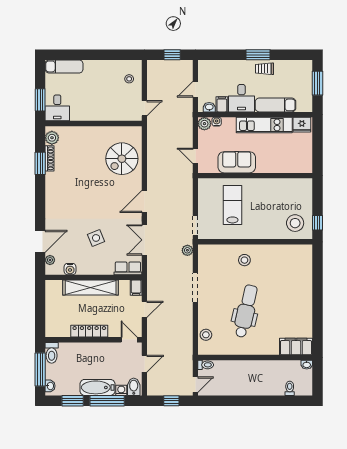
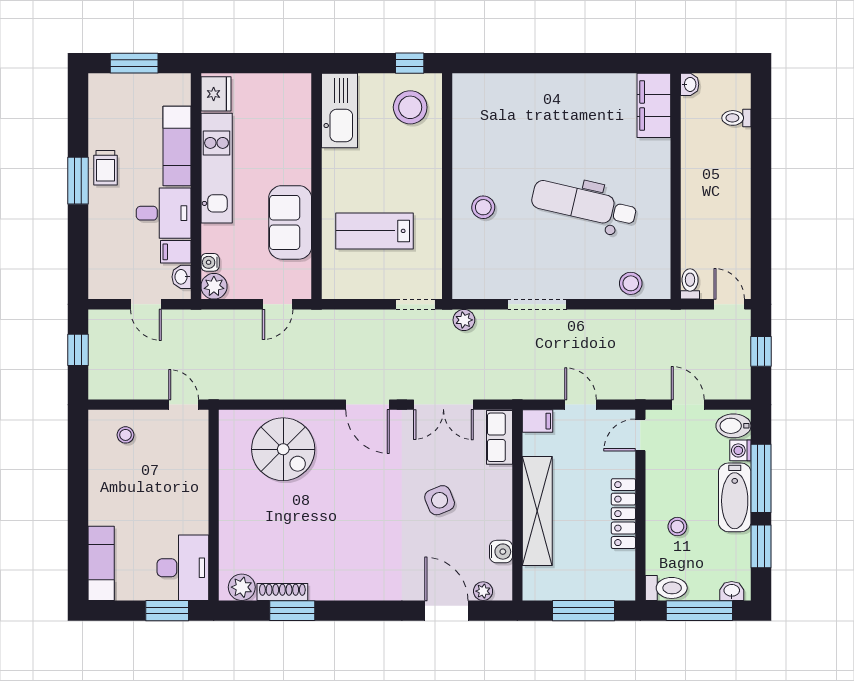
desk: (57, 108) -> (183, 568), width x1.37
kitchen sink: (293, 187) -> (339, 111), added
window: (40, 311) -> (583, 611), added
stool: (83, 358) -> (677, 527), added

